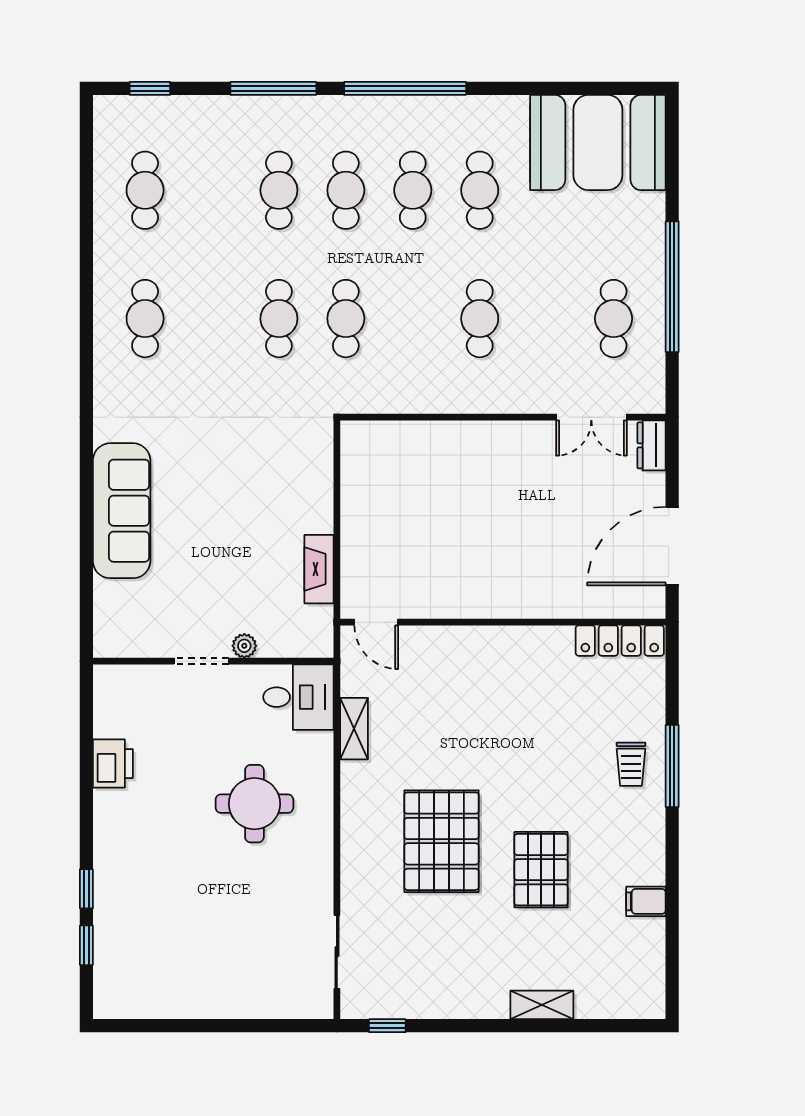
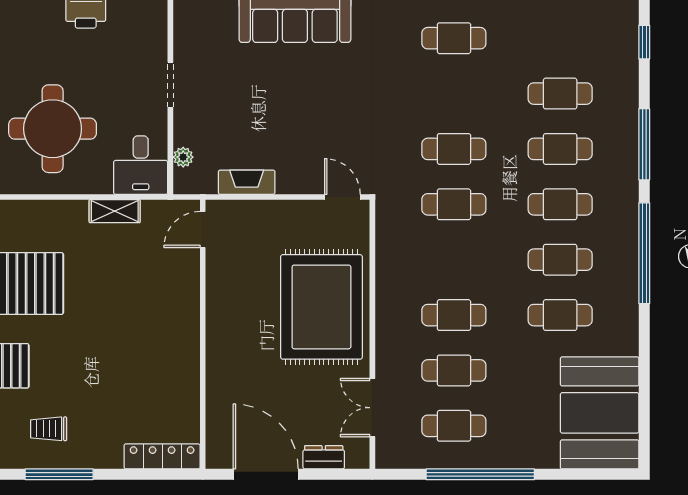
cafe table: (145, 190) -> (560, 94), moved
cafe table: (547, 319) -> (454, 370), added
dresser: (652, 445) -> (324, 457), moved
door: (337, 453) -> (342, 197), added
rug: (470, 479) -> (321, 307), added
locker: (620, 641) -> (162, 456), moved, turned 90
plant: (244, 646) -> (183, 157), moved
trolley: (631, 764) -> (49, 429), moved
window: (672, 766) -> (59, 474), moved
round table: (254, 804) -> (53, 129), width x1.36, depth x1.36

